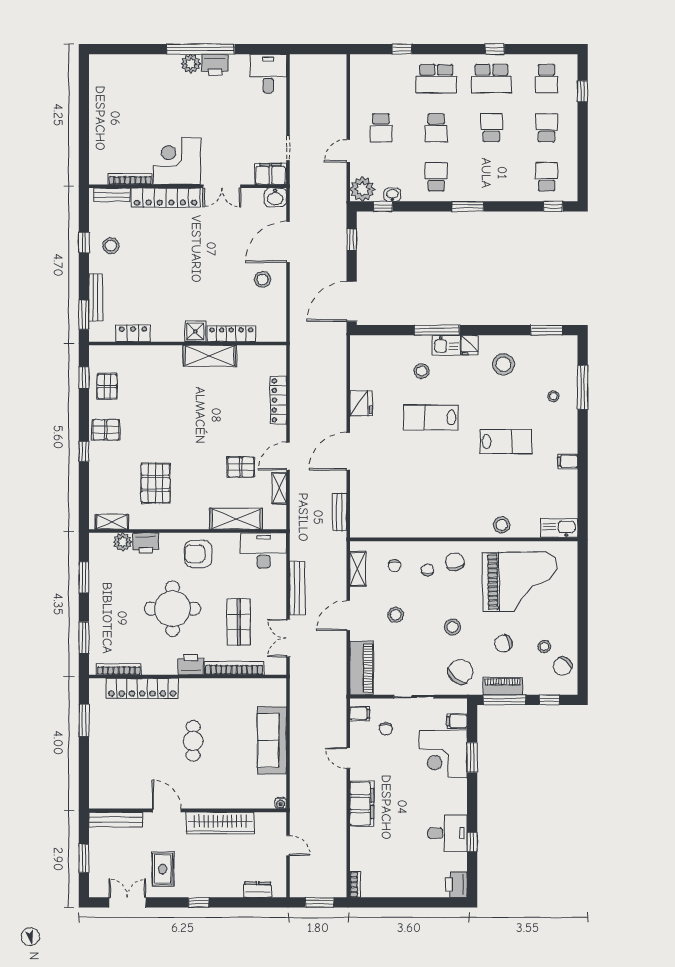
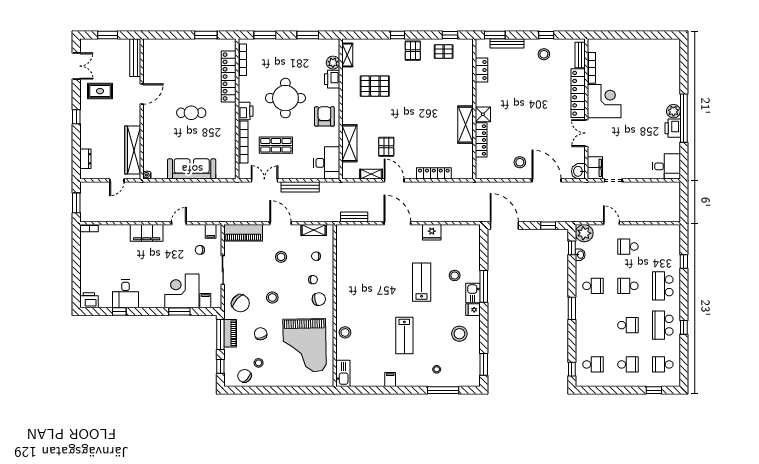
wardrobe: (220, 823) -> (133, 150), moved

